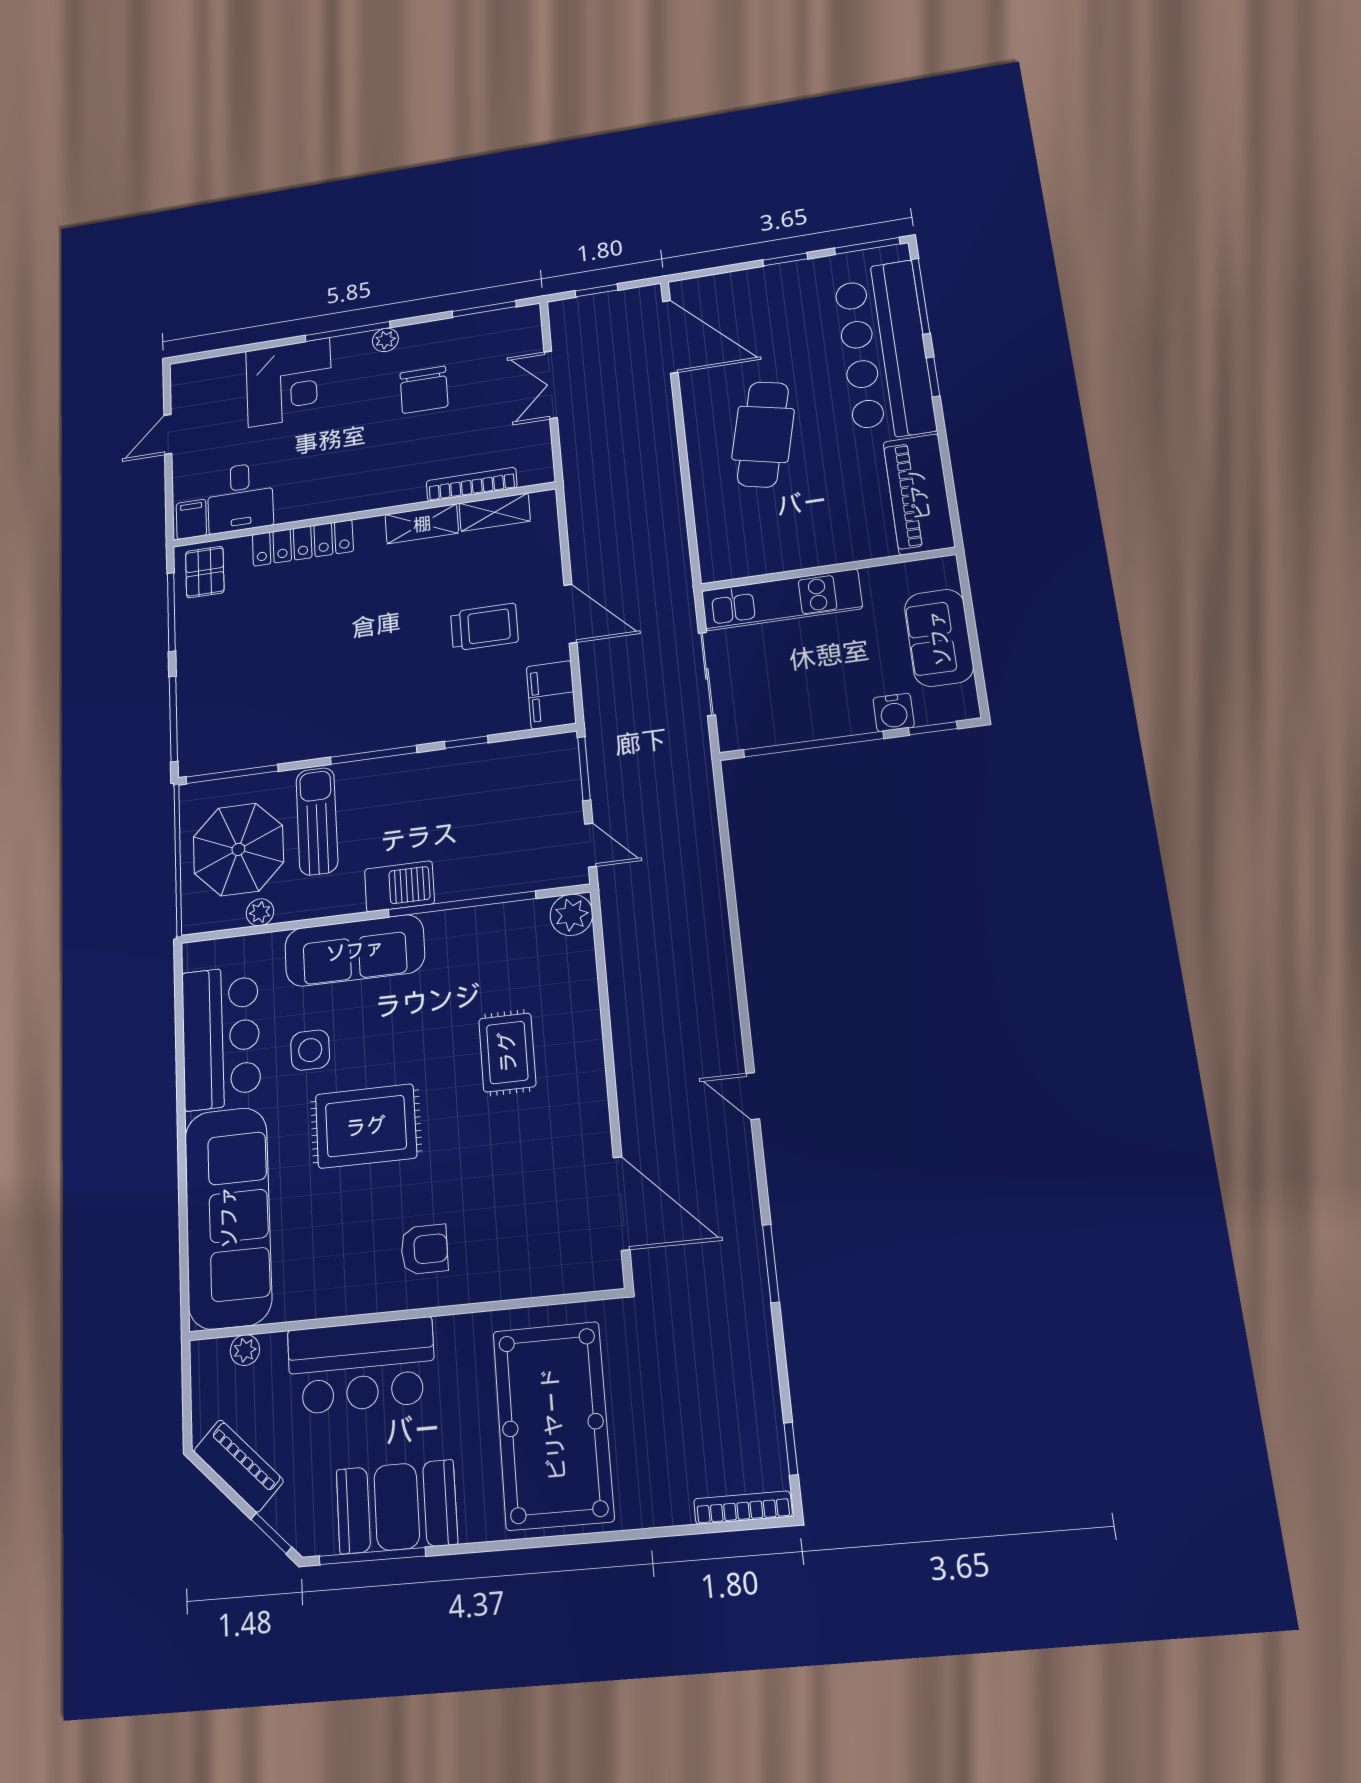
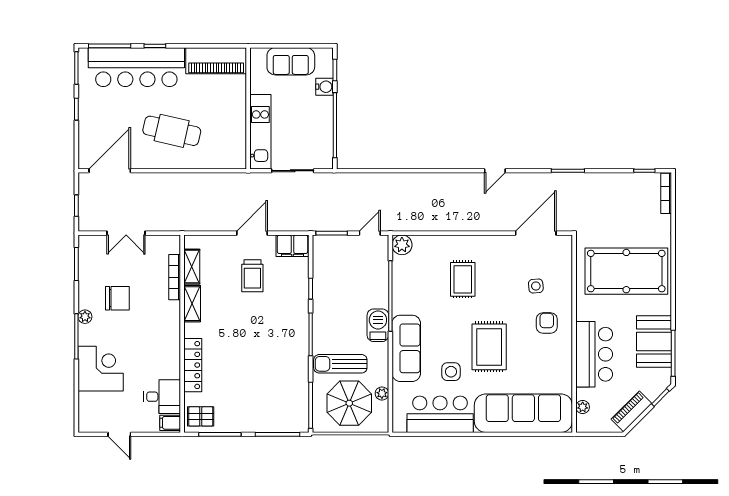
trolley: (484, 627) -> (252, 276), turned 180
rug: (507, 1052) -> (463, 279), turned 90
side table: (504, 1216) -> (536, 286), added

